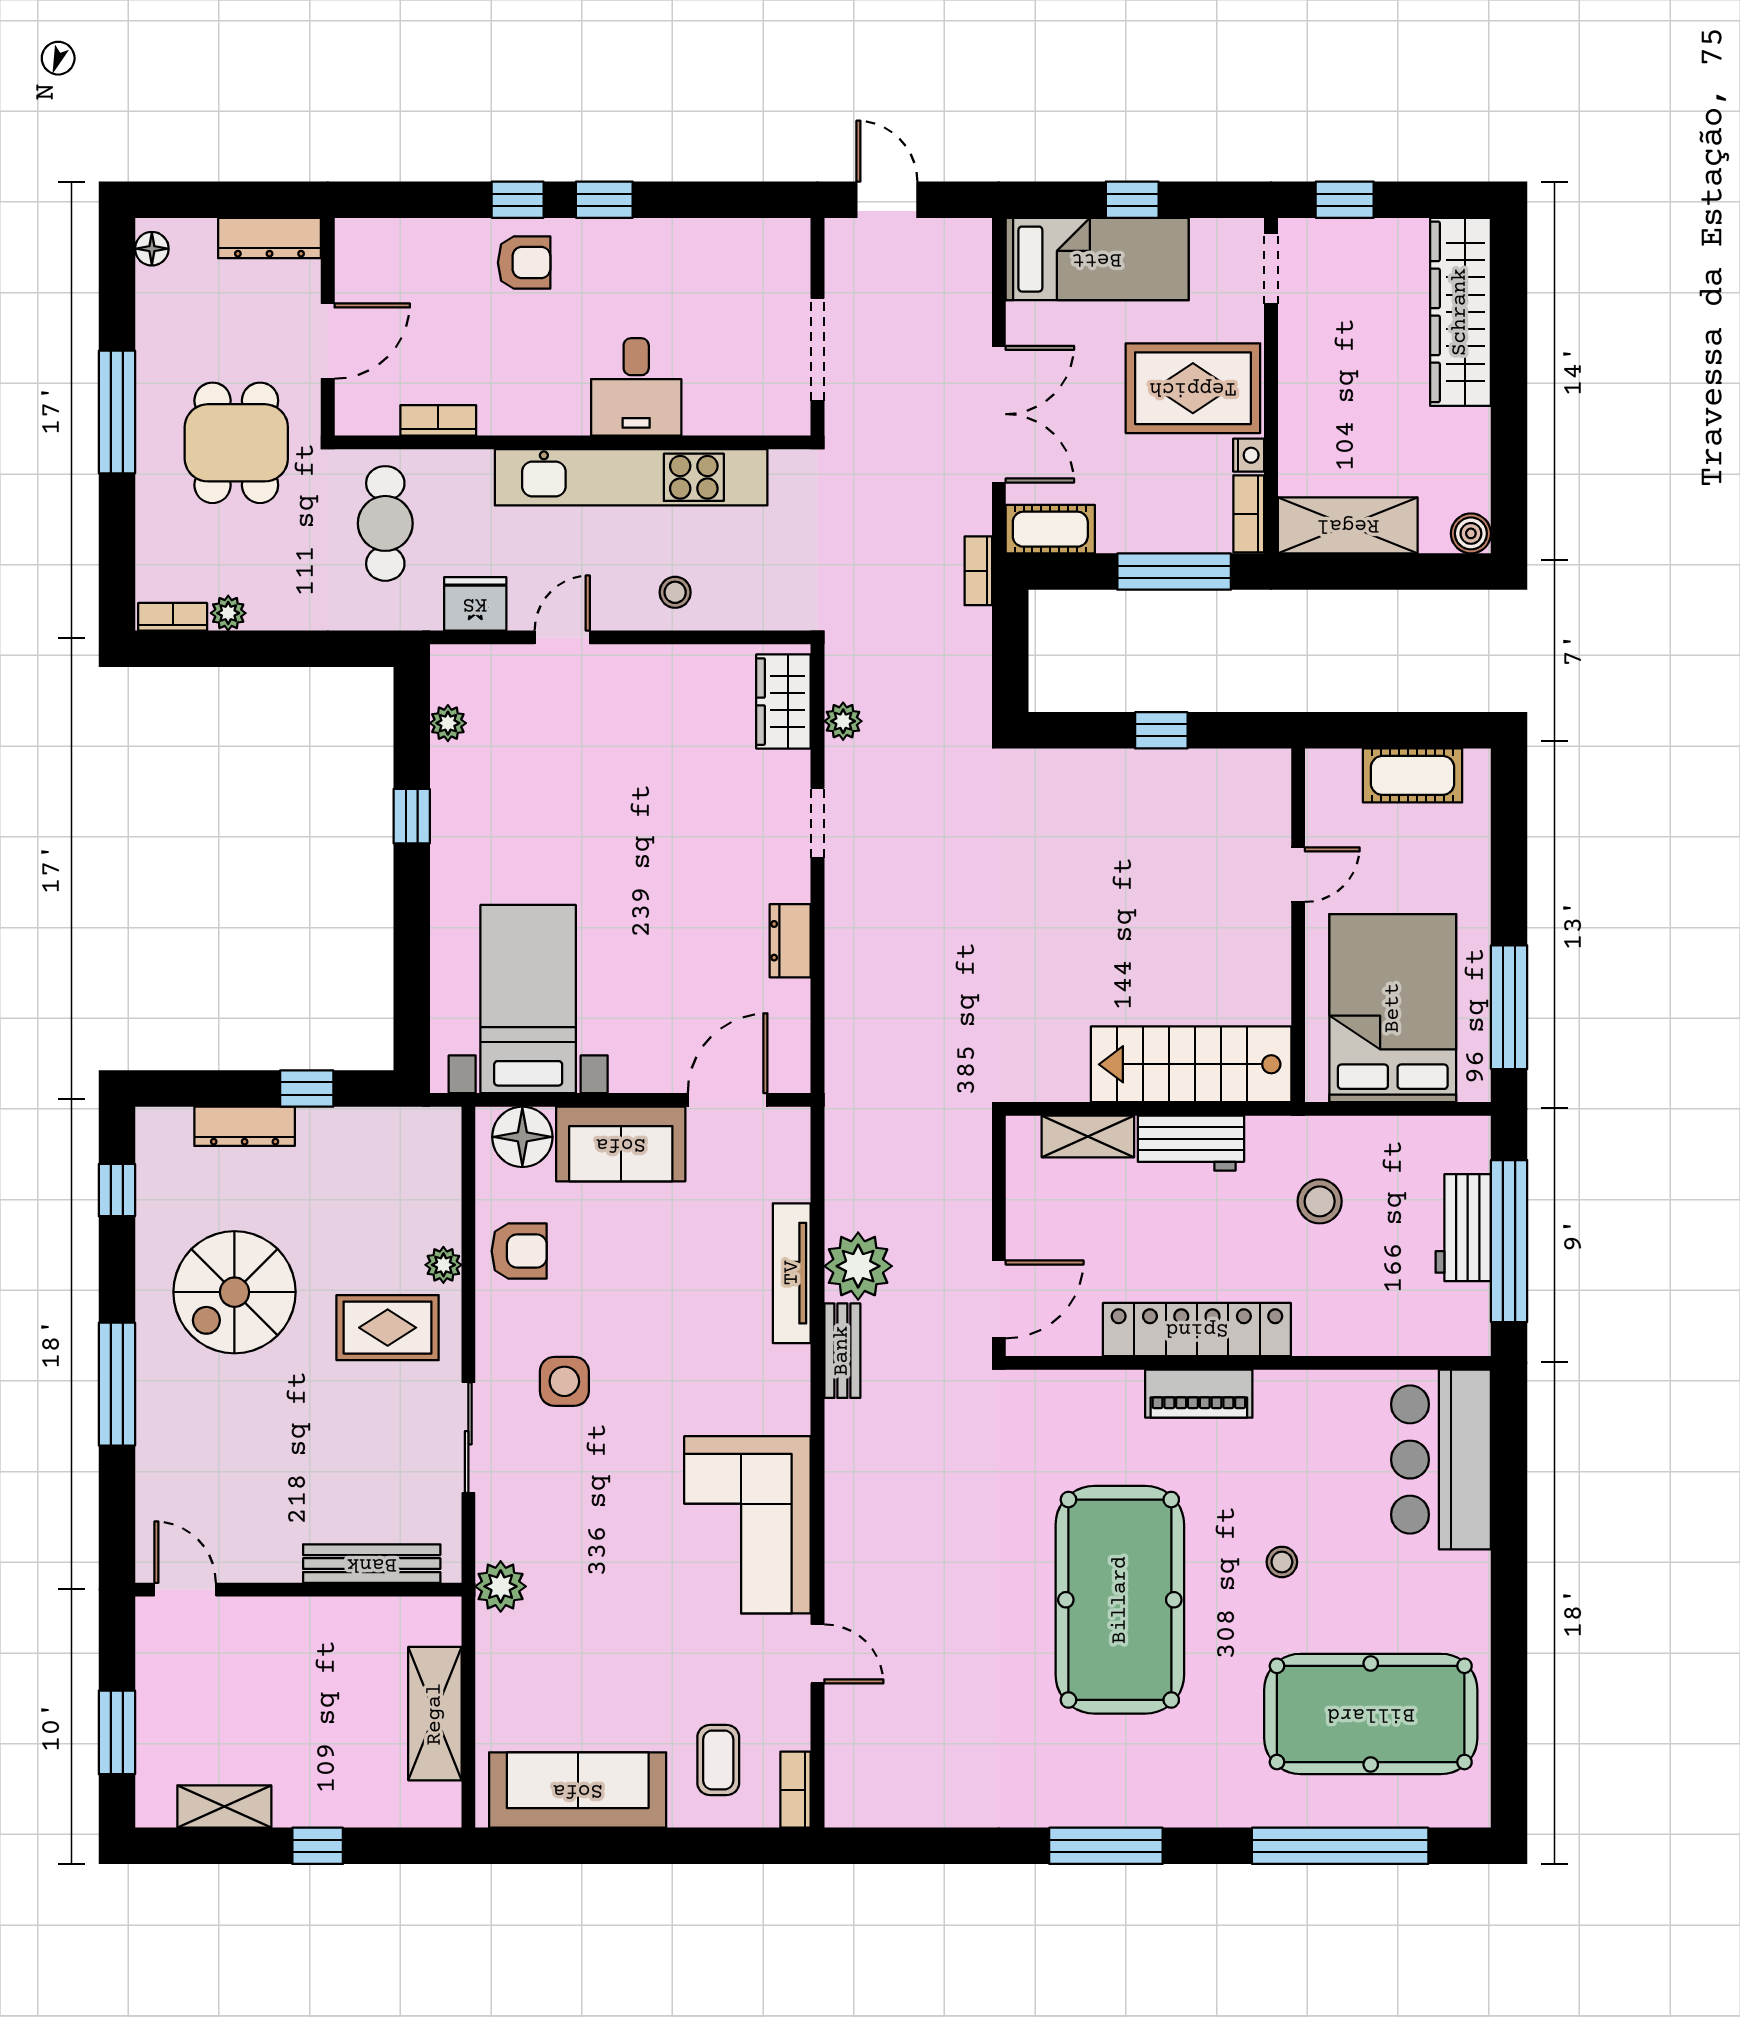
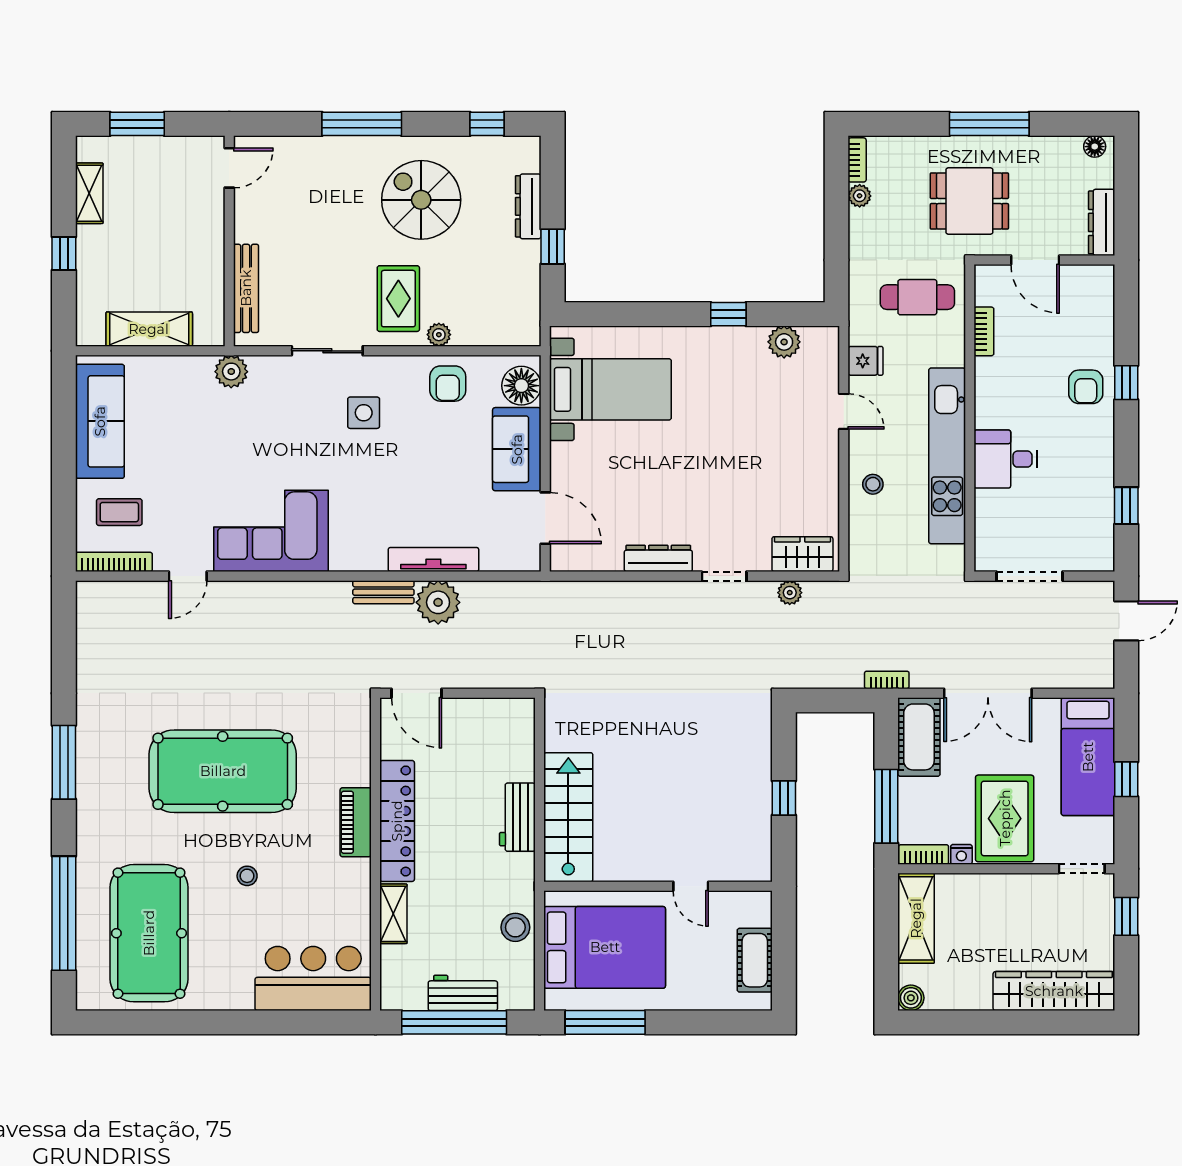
window: (604, 200) -> (1126, 506), moved
cot: (1050, 529) -> (919, 737), width x1.37, depth x1.34
fridge: (475, 604) -> (866, 361), width x0.72
plant: (448, 723) -> (784, 342), width x1.38, depth x1.38
dresser: (790, 941) -> (658, 558), width x1.44
shelving: (1088, 1137) -> (393, 914), moved
stool: (1320, 1201) -> (515, 927), moved
bookcase: (796, 1790) -> (114, 562), width x1.56

